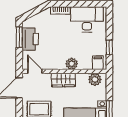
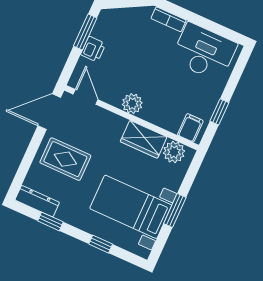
printer: (30, 39) -> (93, 49), width x0.53, depth x0.68
plant: (72, 64) -> (132, 104), moved
wardrobe: (63, 80) -> (144, 139), moved

